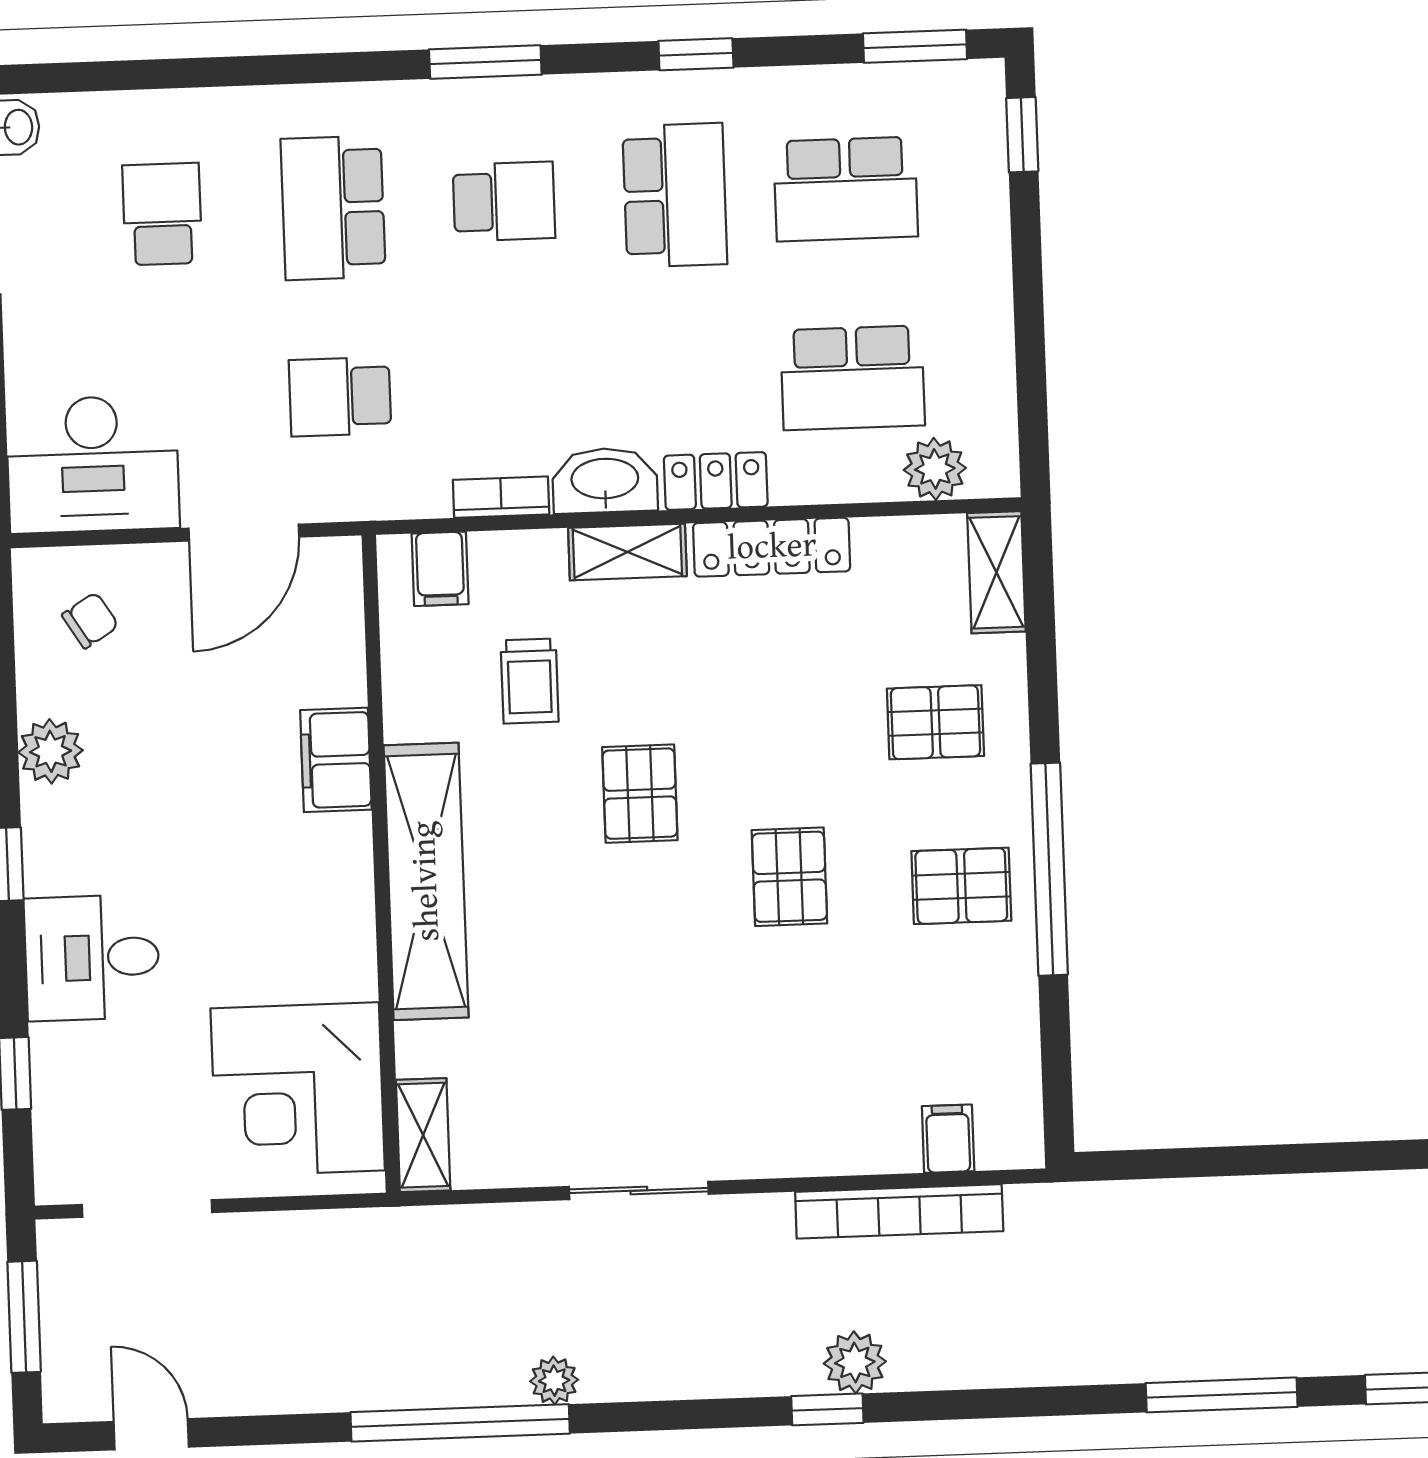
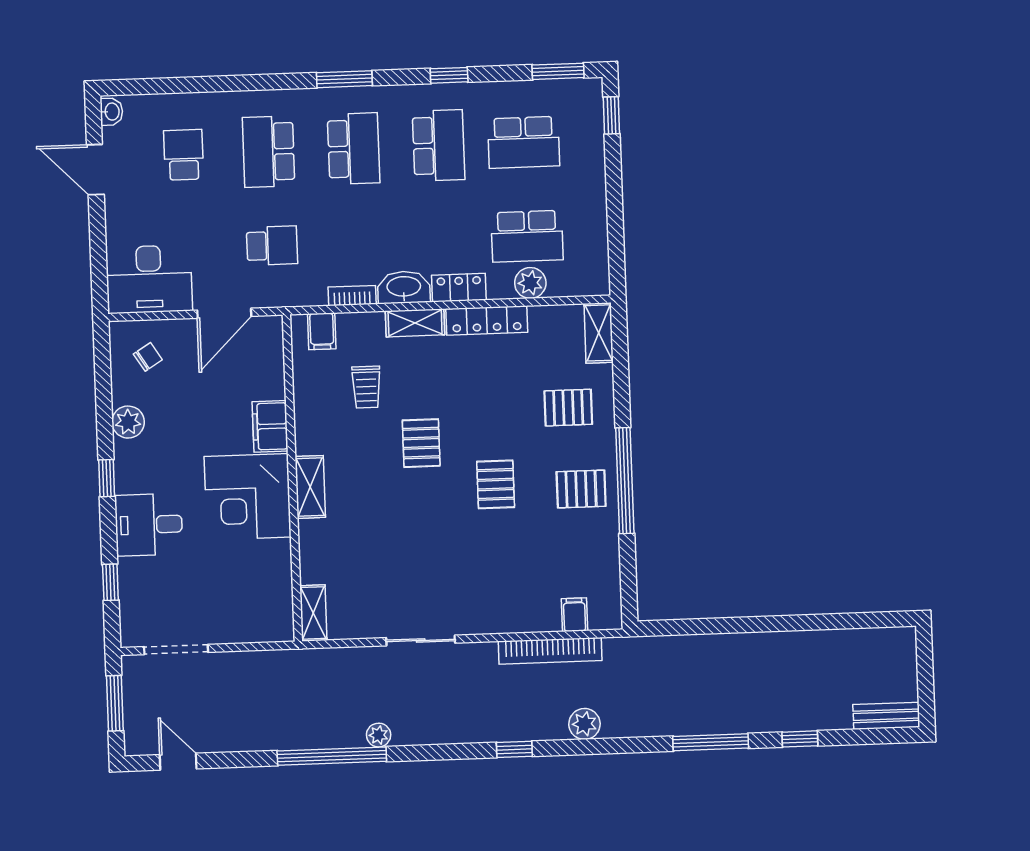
school desk: (504, 201) -> (354, 149), width x1.85
school desk: (340, 397) -> (272, 246), turned 180
plant: (935, 469) -> (530, 283), moved
shelving: (426, 881) -> (310, 487), width x0.45, depth x0.75
corner desk: (298, 1089) -> (248, 497), moved
plant: (855, 1362) -> (584, 724), moved

